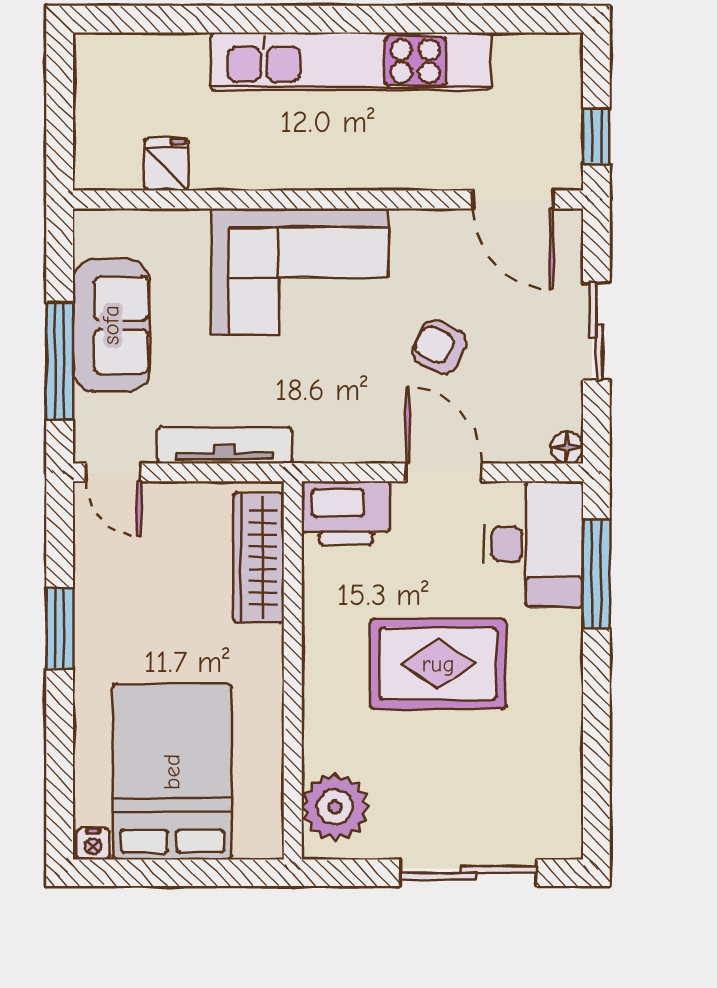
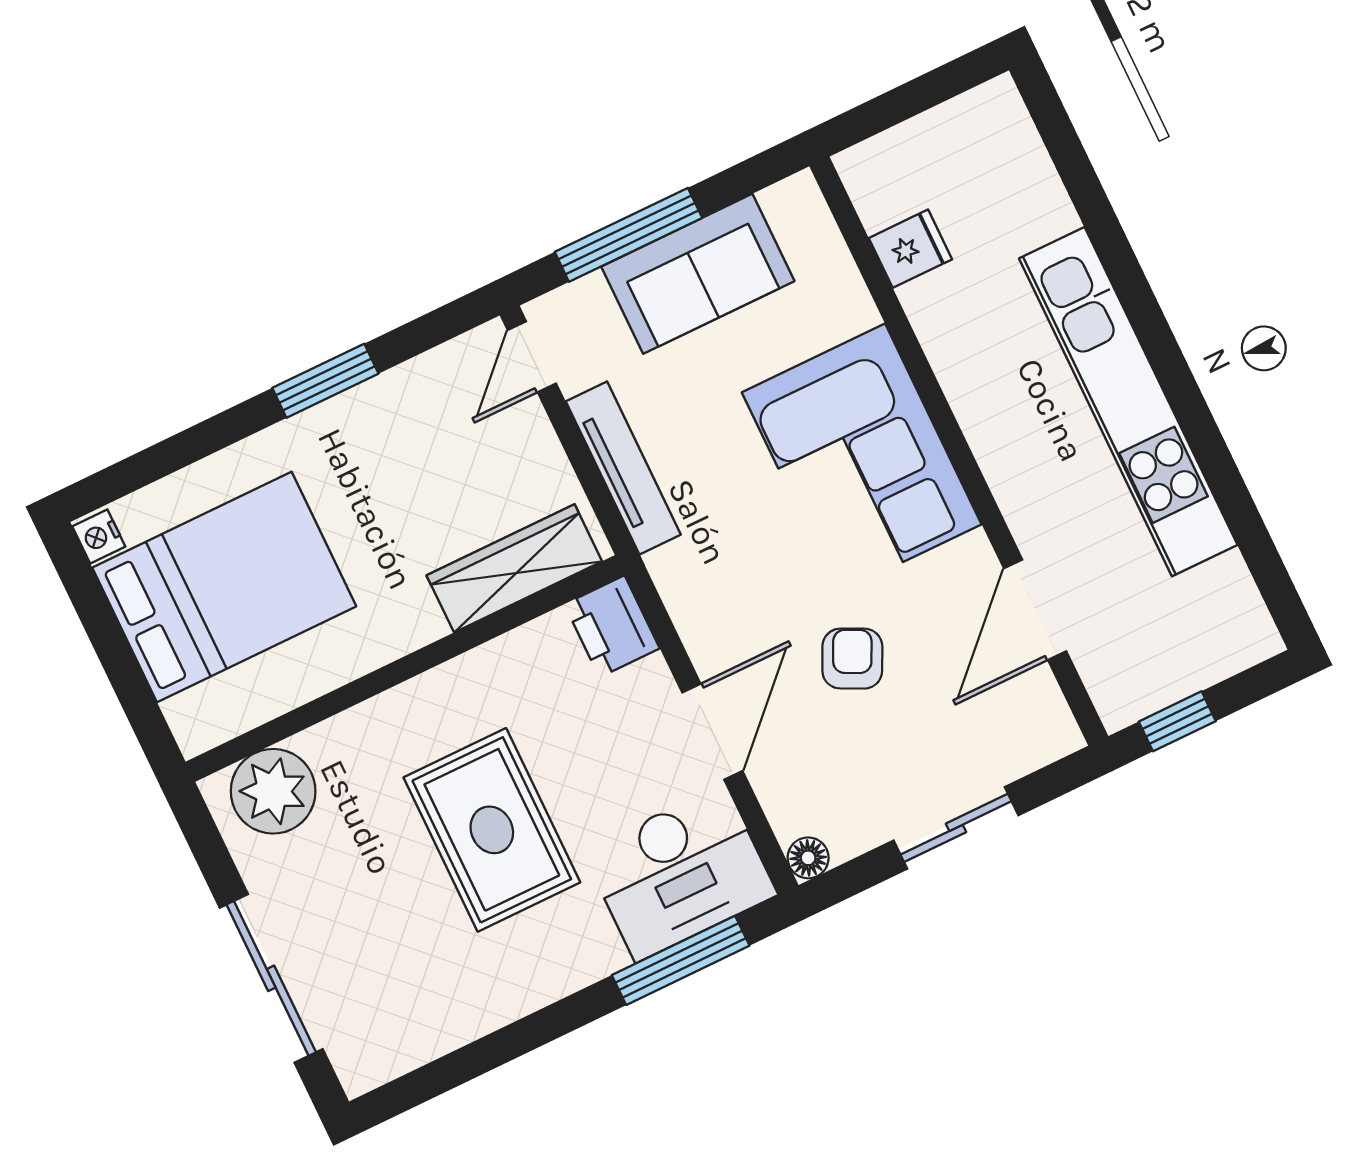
door: (513, 200) -> (1035, 610), moved
printer: (346, 513) -> (612, 626), width x0.73, depth x0.84

